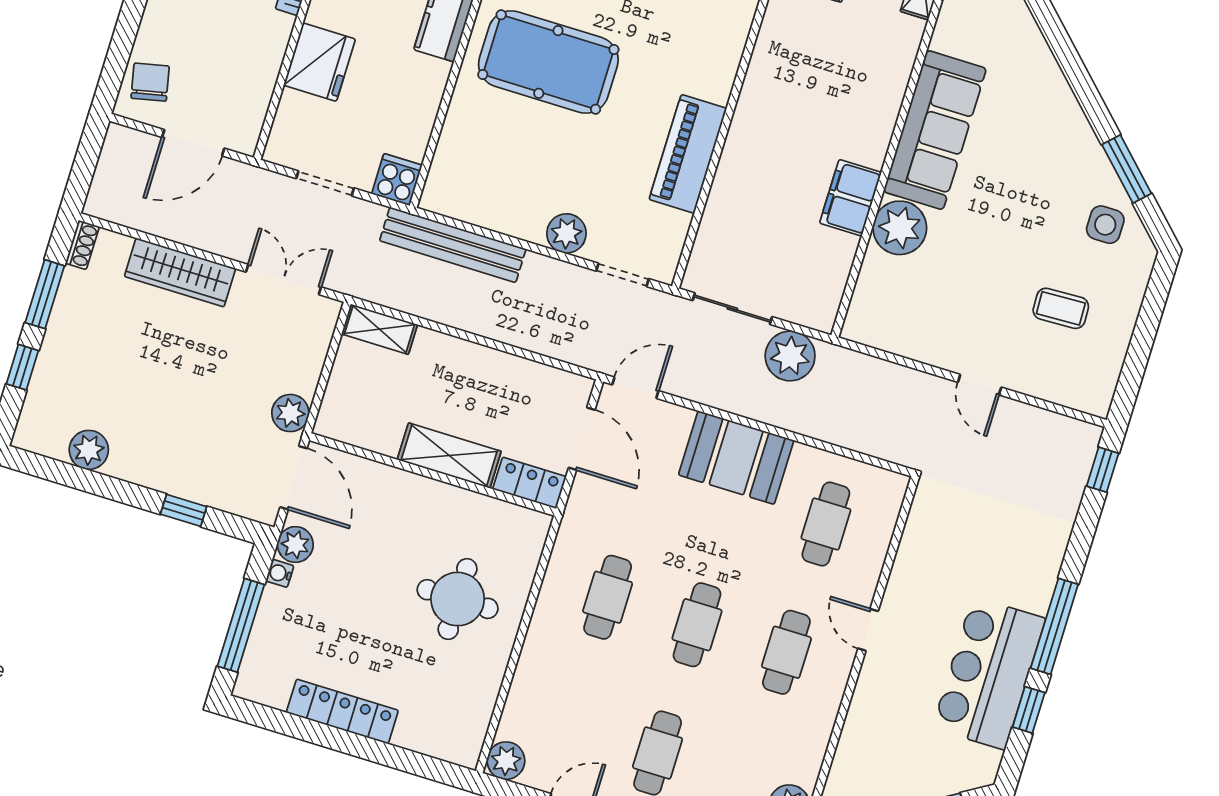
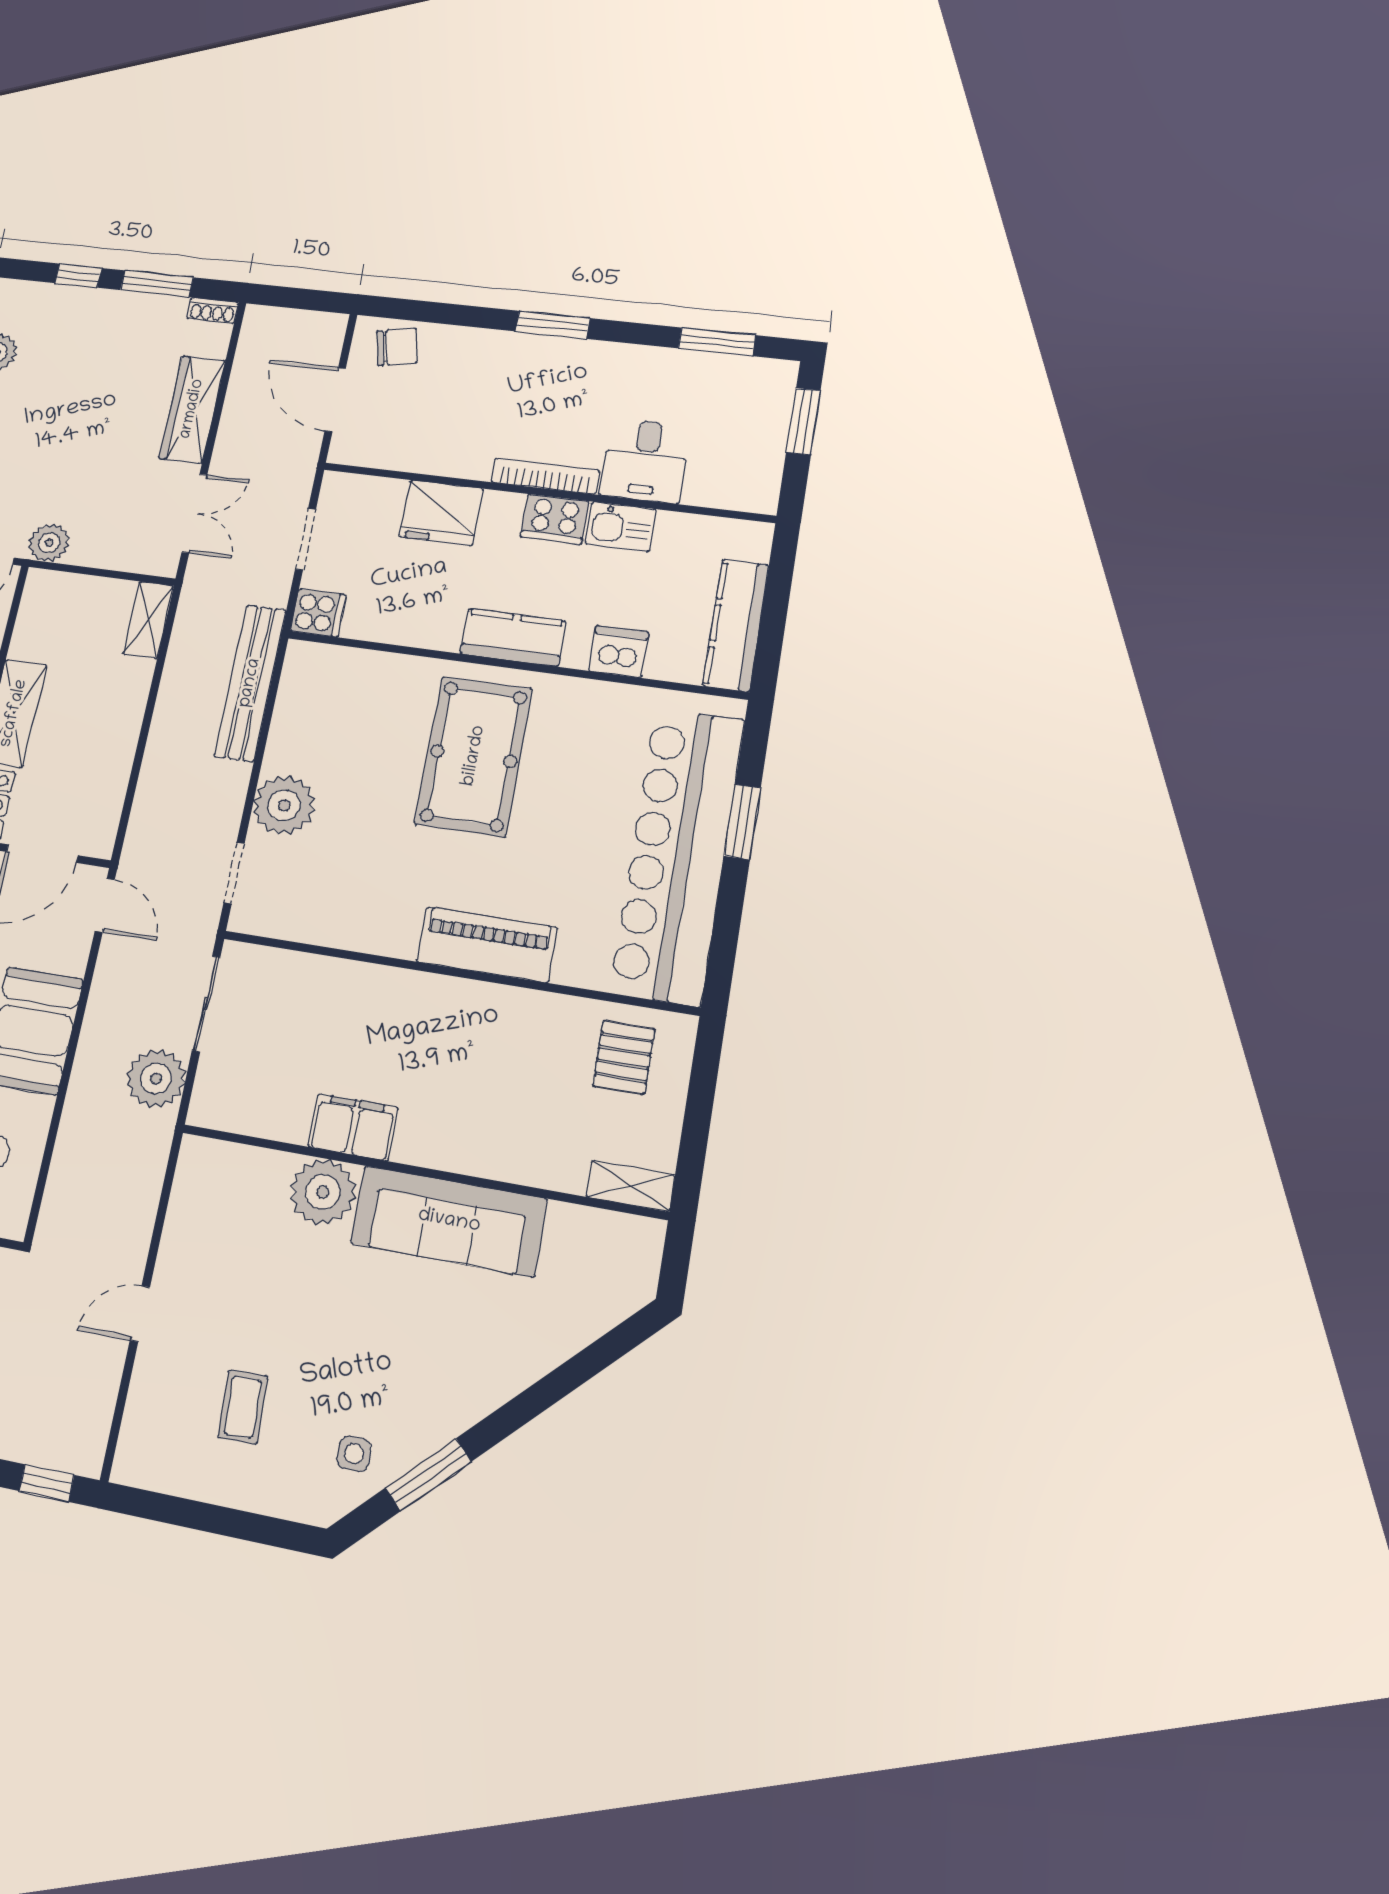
piano: (688, 154) -> (487, 945), moved
side table: (1105, 225) -> (354, 1454), width x0.73, depth x0.73
plant: (566, 233) -> (284, 805), width x1.36, depth x1.36

